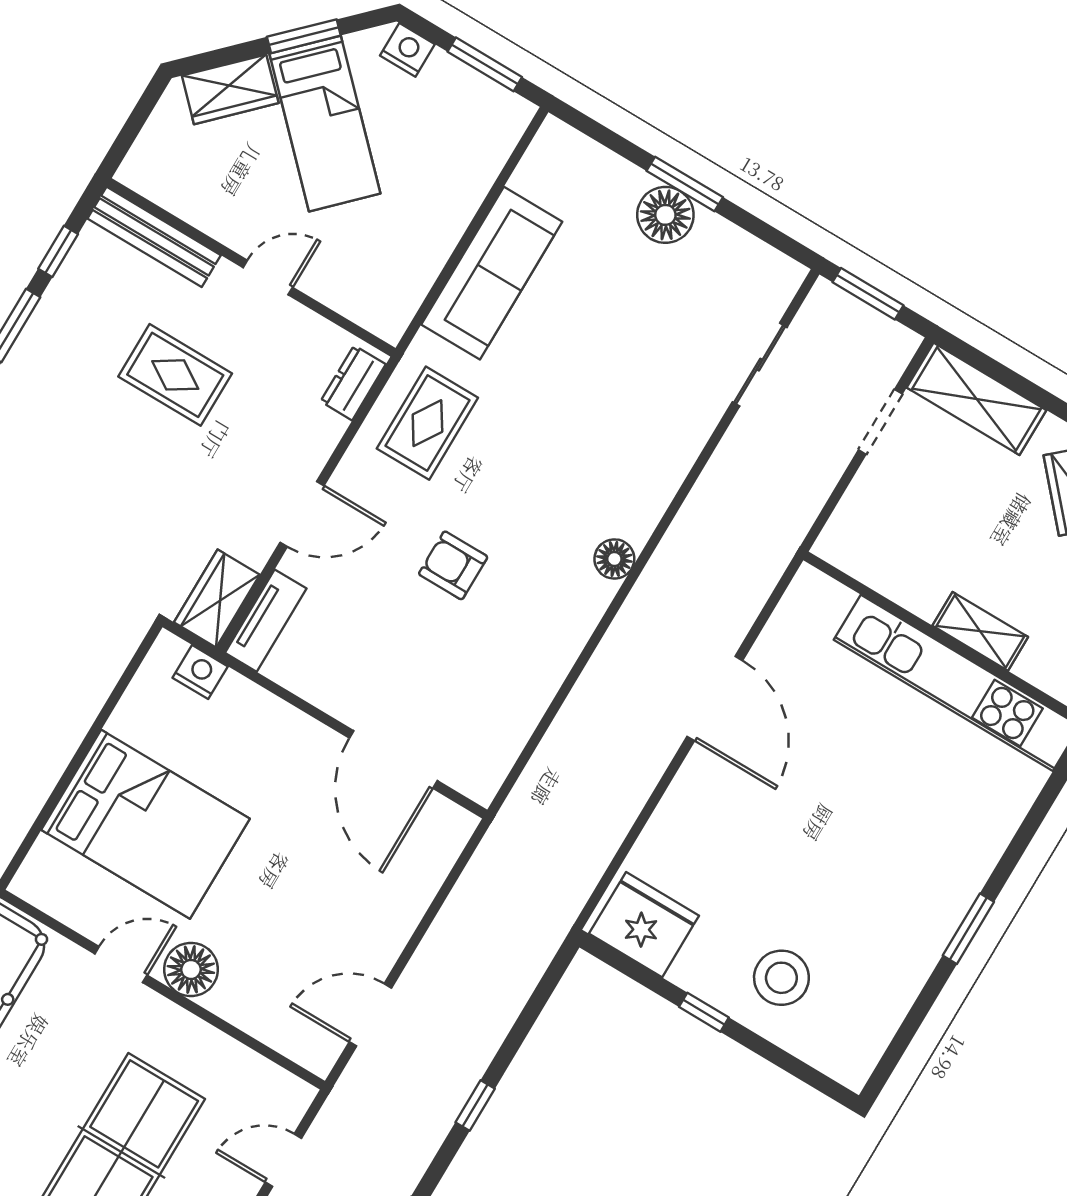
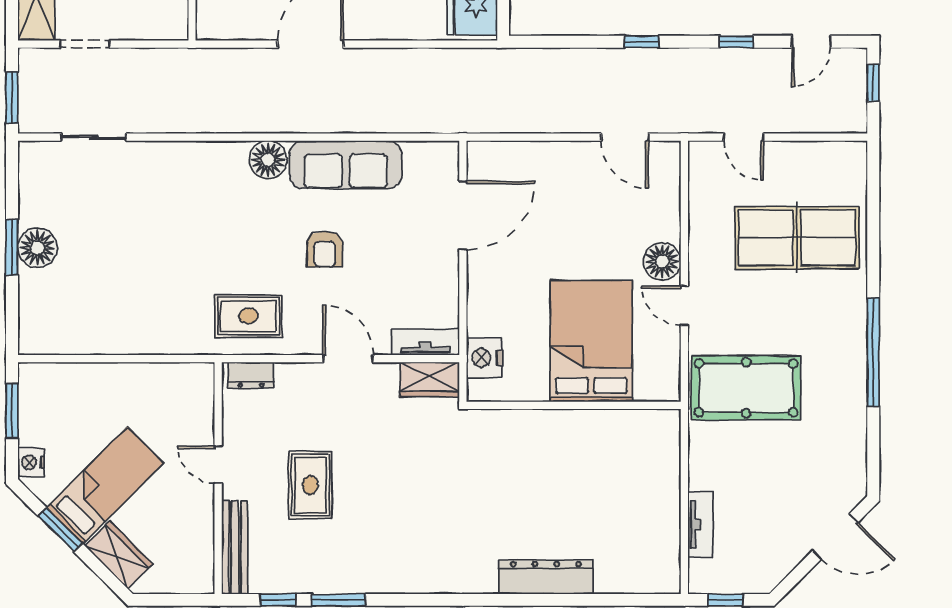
sofa: (492, 273) -> (346, 165), moved, turned 180
floor lamp: (614, 559) -> (268, 160), width x1.38, depth x1.38
nightstand: (200, 672) -> (484, 358), width x1.36, depth x1.33

